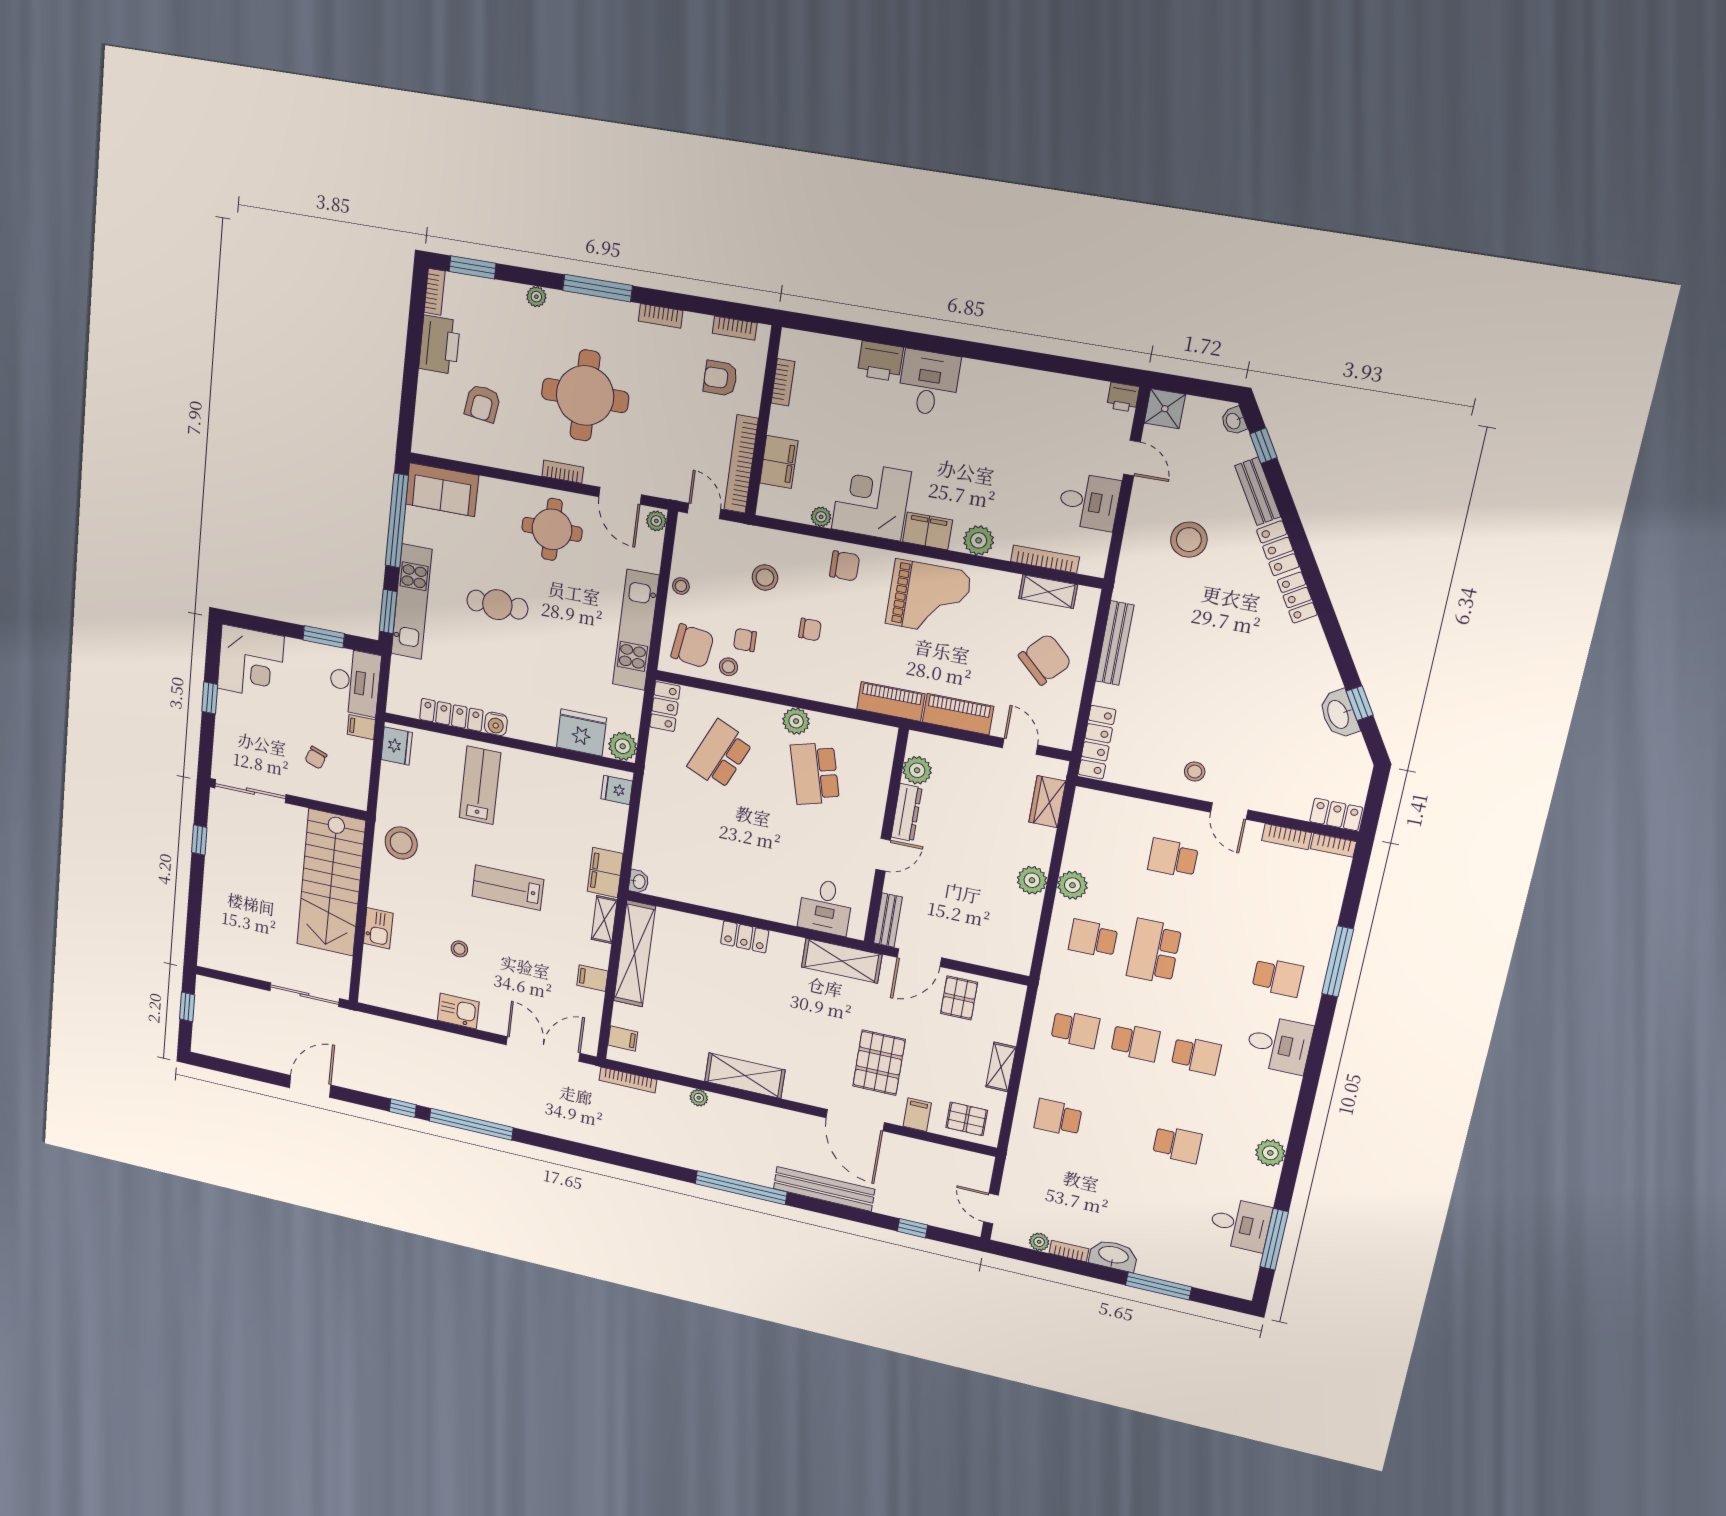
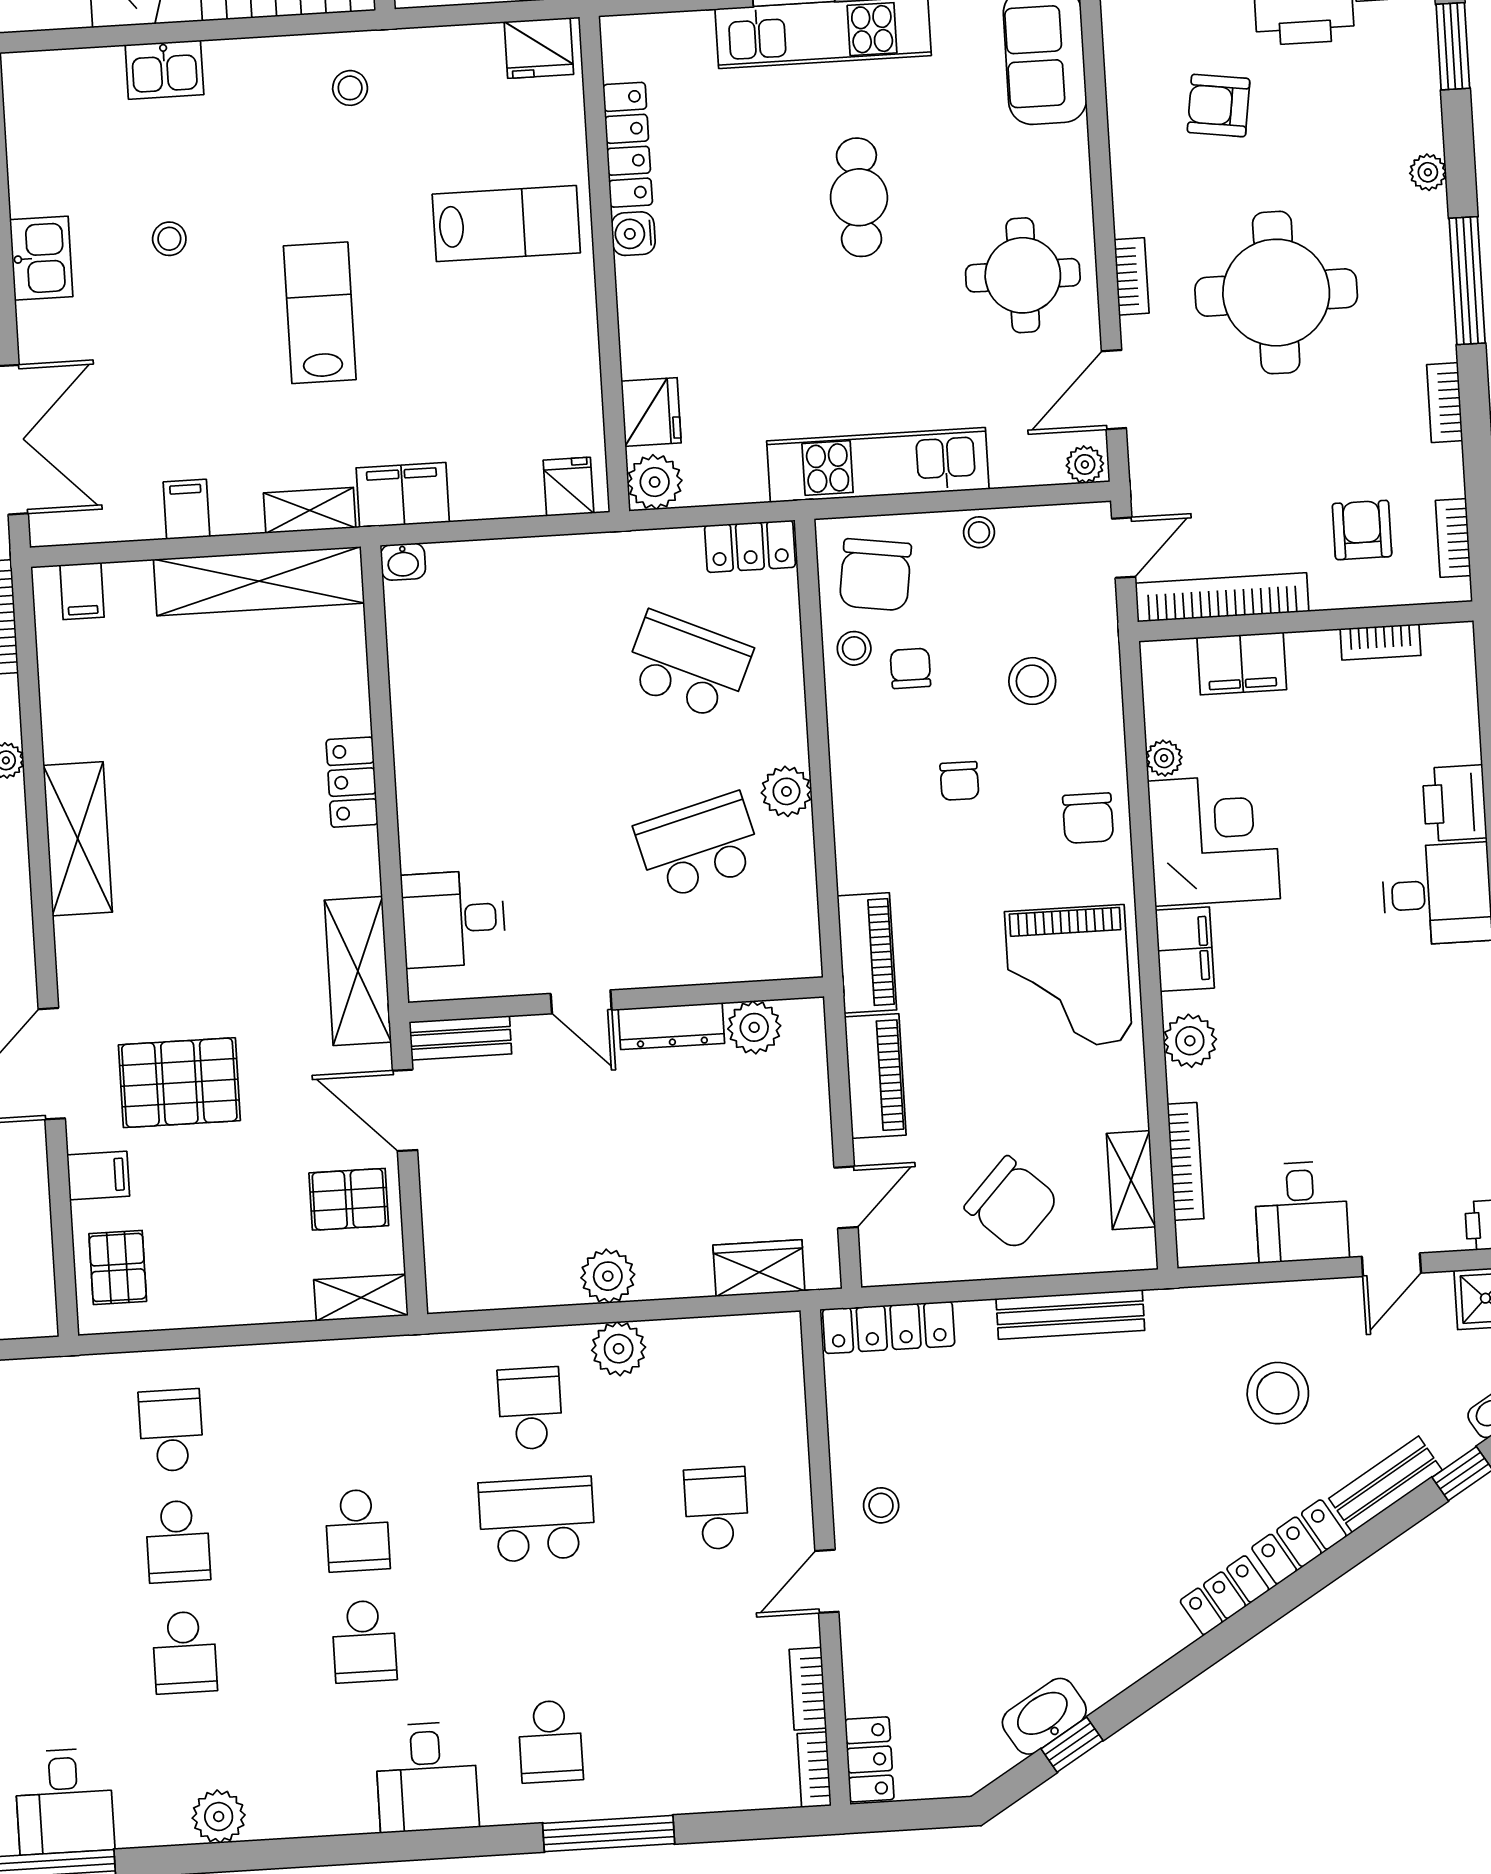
fridge: (581, 733) -> (651, 412), width x0.73, depth x0.75
stool: (401, 843) -> (350, 88), width x0.53, depth x0.53
school desk: (1075, 1029) -> (178, 1541), moved
shelving: (1001, 1067) -> (361, 1298), moved

